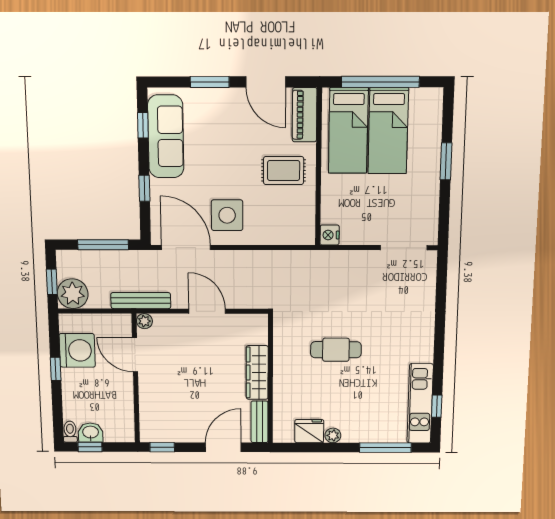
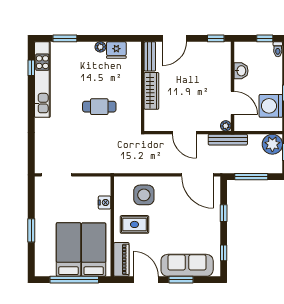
sofa: (166, 136) -> (187, 265), moved, turned 90
side table: (227, 215) -> (144, 195), moved
nightstand: (330, 235) -> (105, 203), moved
kitchen unit: (420, 404) -> (42, 80), width x1.36
washbasin: (91, 433) -> (241, 71), moved, turned -90
window: (385, 448) -> (65, 38), width x0.69

